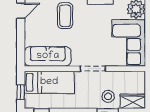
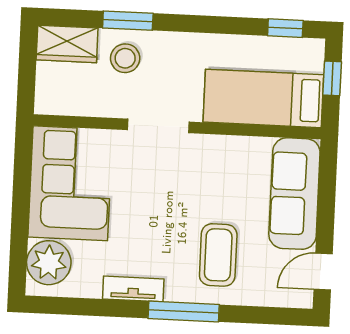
sofa: (48, 56) -> (294, 194), moved, turned 90

